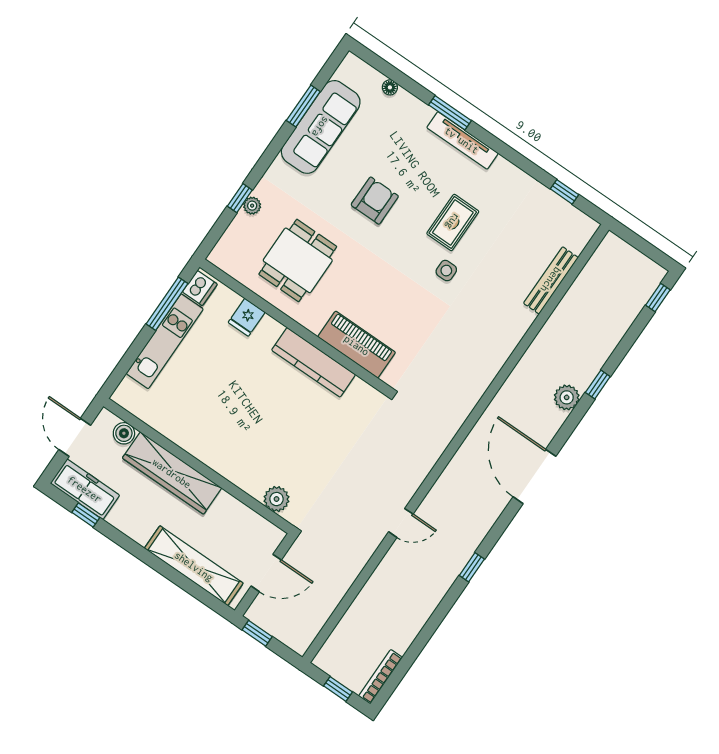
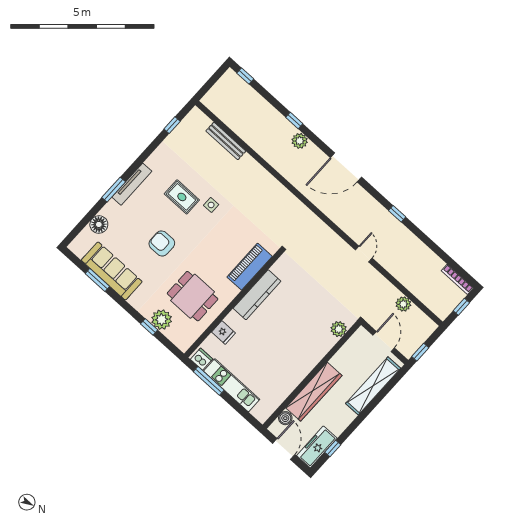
floor lamp: (390, 87) -> (99, 224), width x1.89, depth x1.89
plant: (252, 206) -> (162, 320), width x1.87, depth x1.87
door: (75, 437) -> (284, 449), swing flipped
plant: (330, 596) -> (403, 304), added

